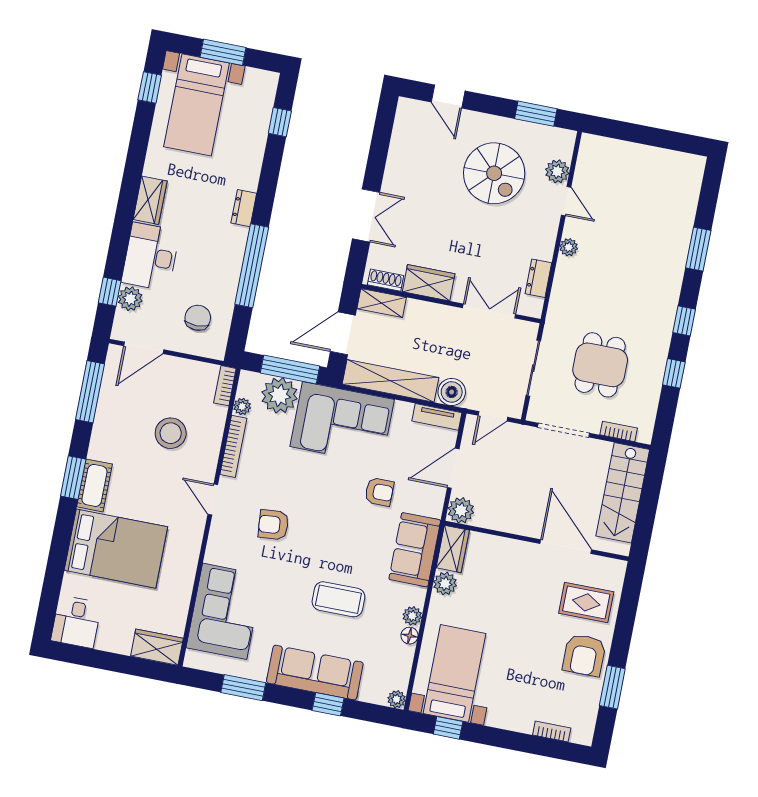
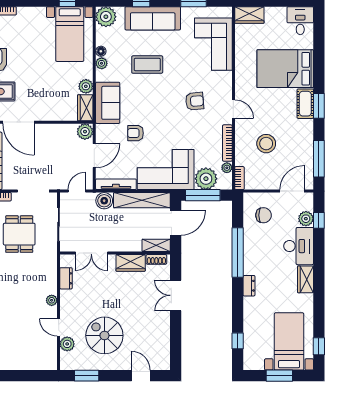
chair: (198, 318) -> (264, 215), turned -90
tv unit: (437, 417) -> (116, 184), width x1.41
plant: (397, 699) -> (106, 17), width x1.88, depth x1.88

